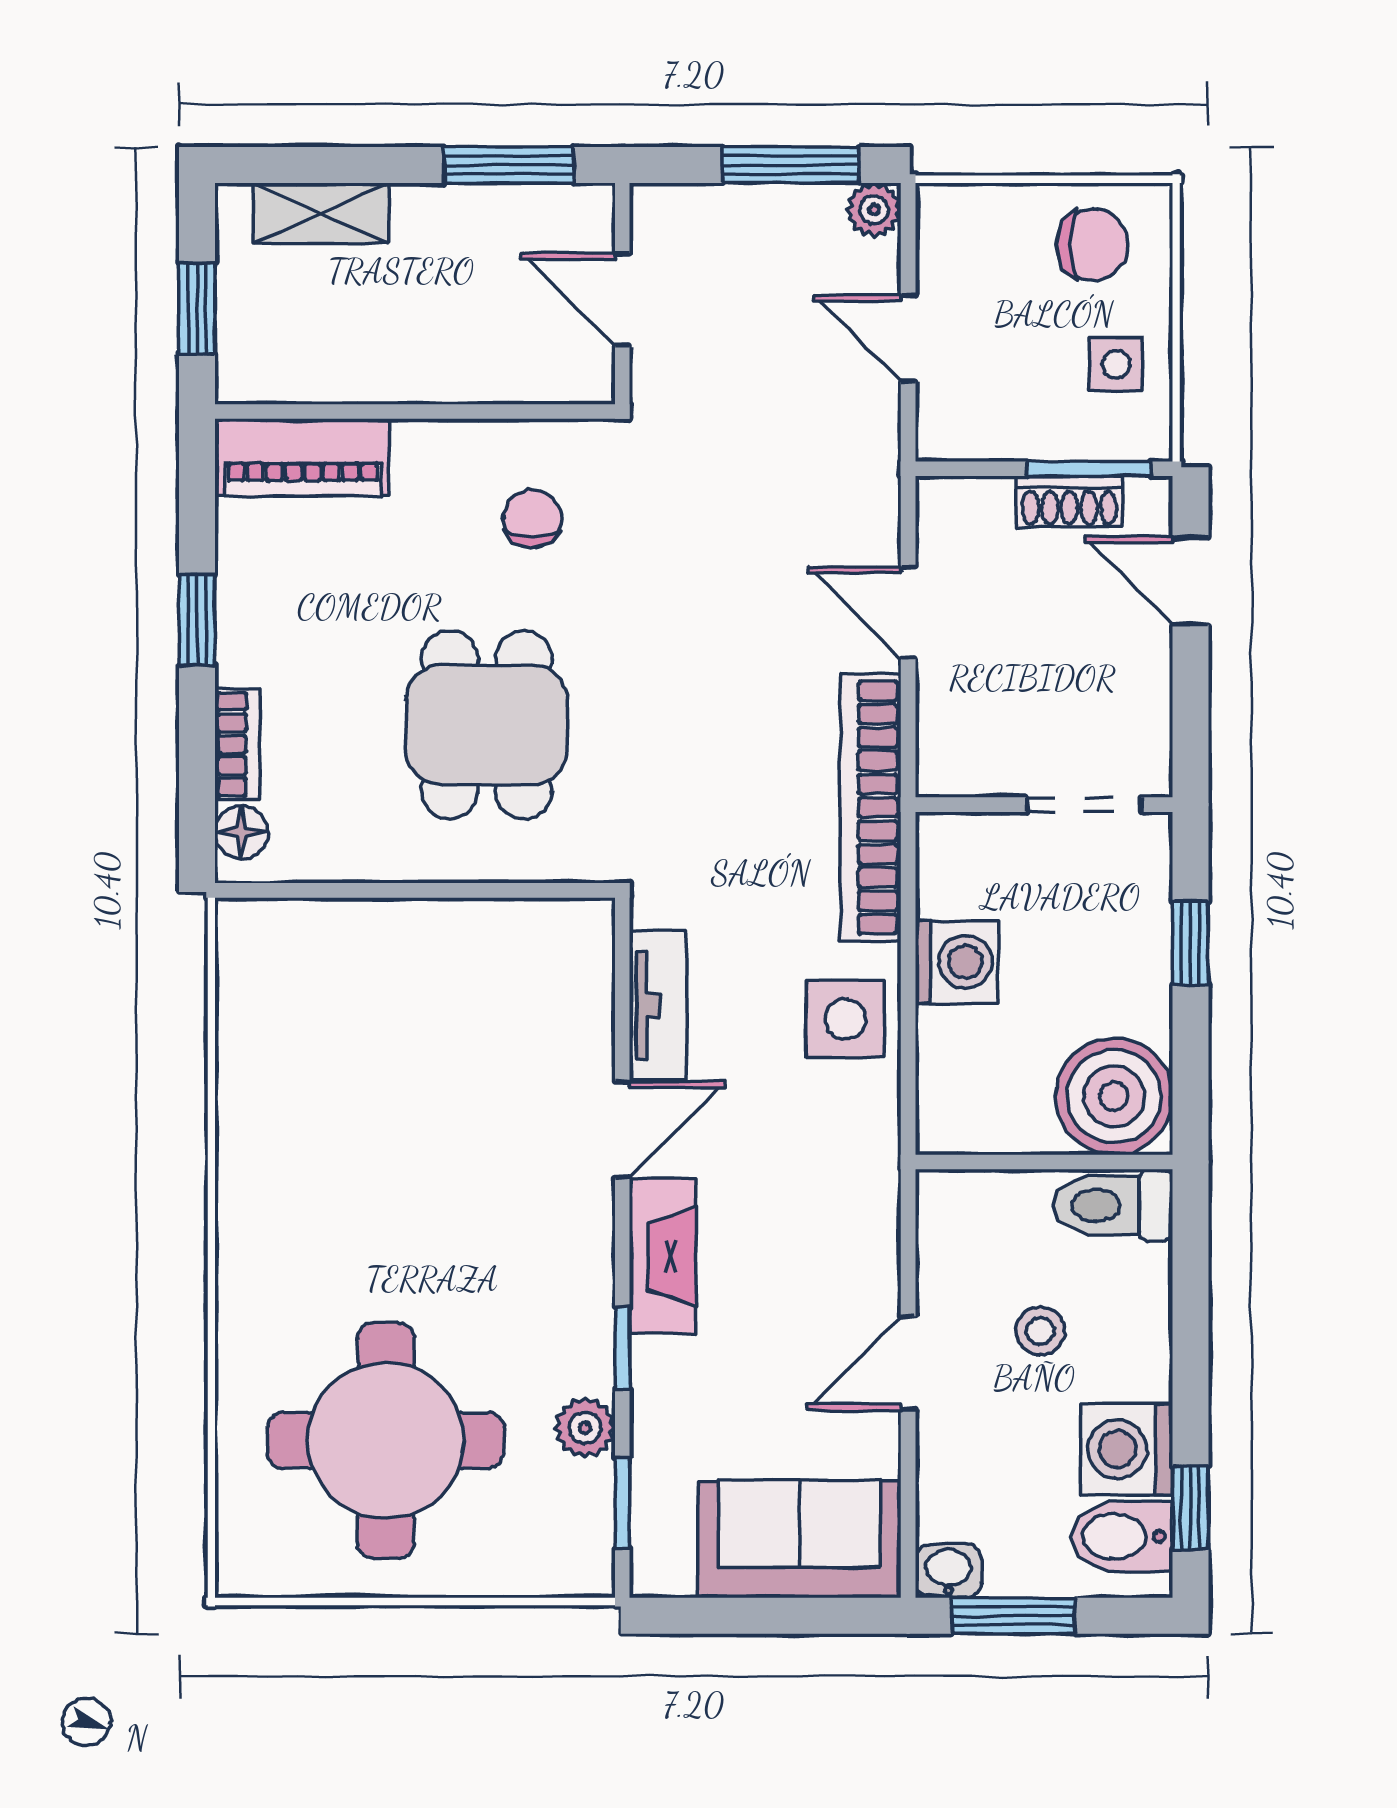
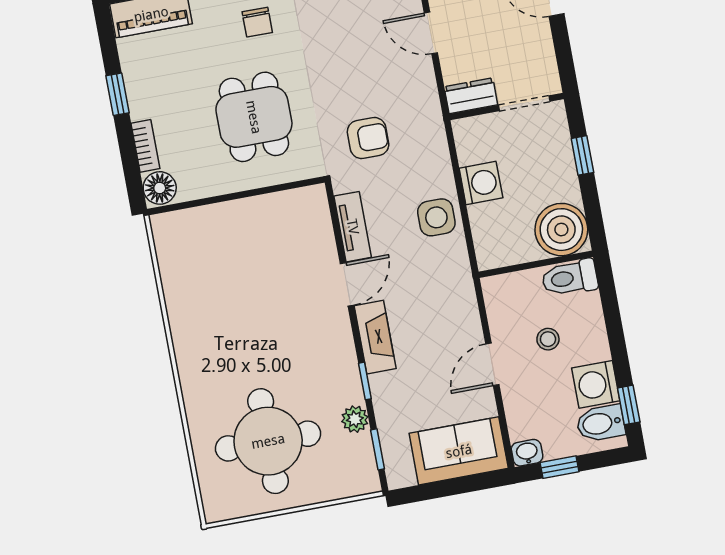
chair: (532, 519) -> (257, 22), turned 180
dresser: (970, 766) -> (471, 96), added
bookcase: (871, 807) -> (430, 122), removed
armchair: (728, 817) -> (368, 138), added
floor lamp: (241, 832) -> (160, 188), width x1.37, depth x1.37
window: (1013, 1616) -> (559, 467), width x0.67

